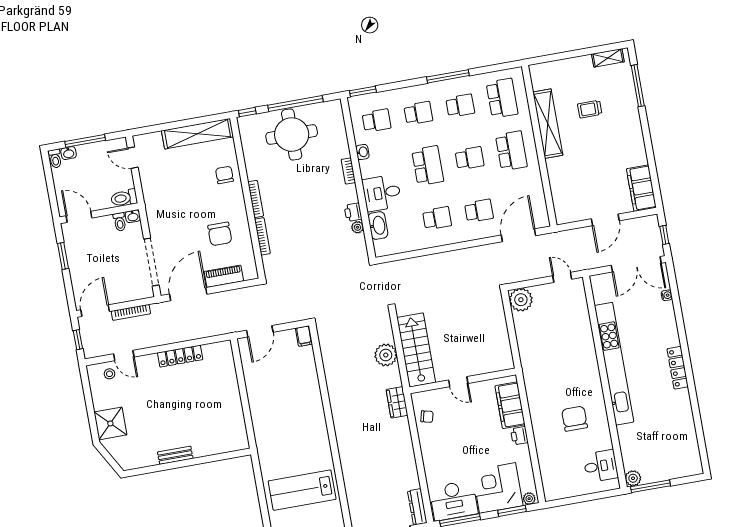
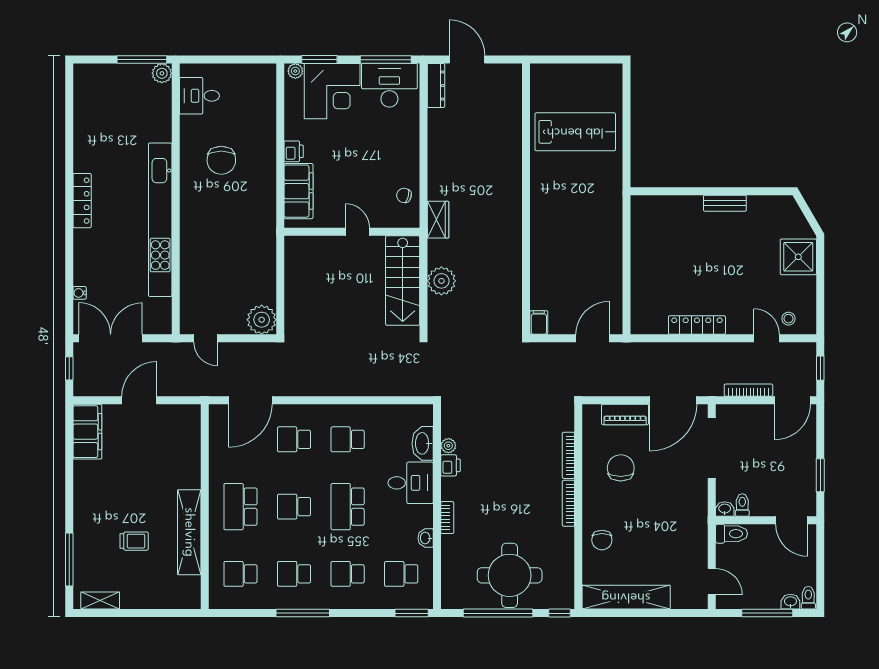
school desk: (502, 98) -> (240, 574), width x0.54

